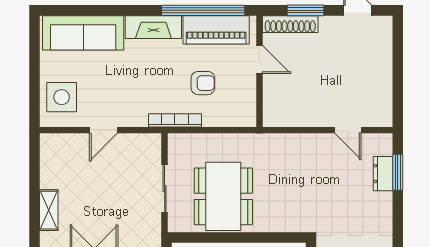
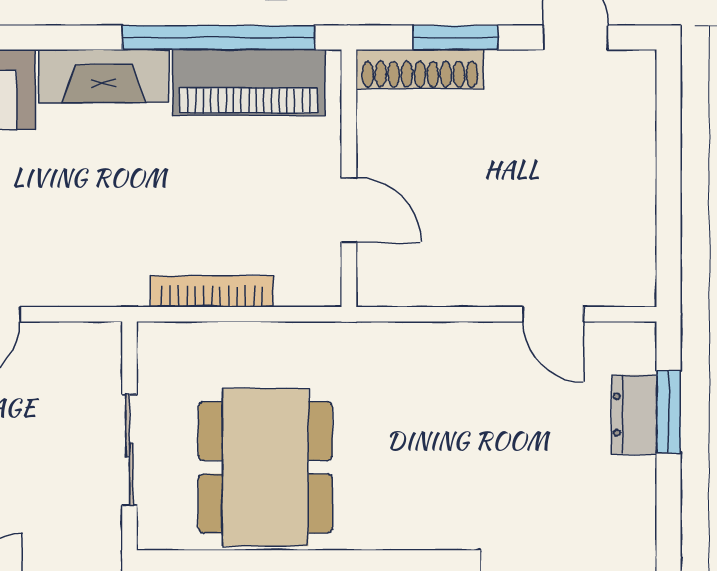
door: (259, 60) -> (349, 210), moved
armchair: (203, 83) -> (218, 205), removed
bookcase: (175, 120) -> (212, 291), moved

